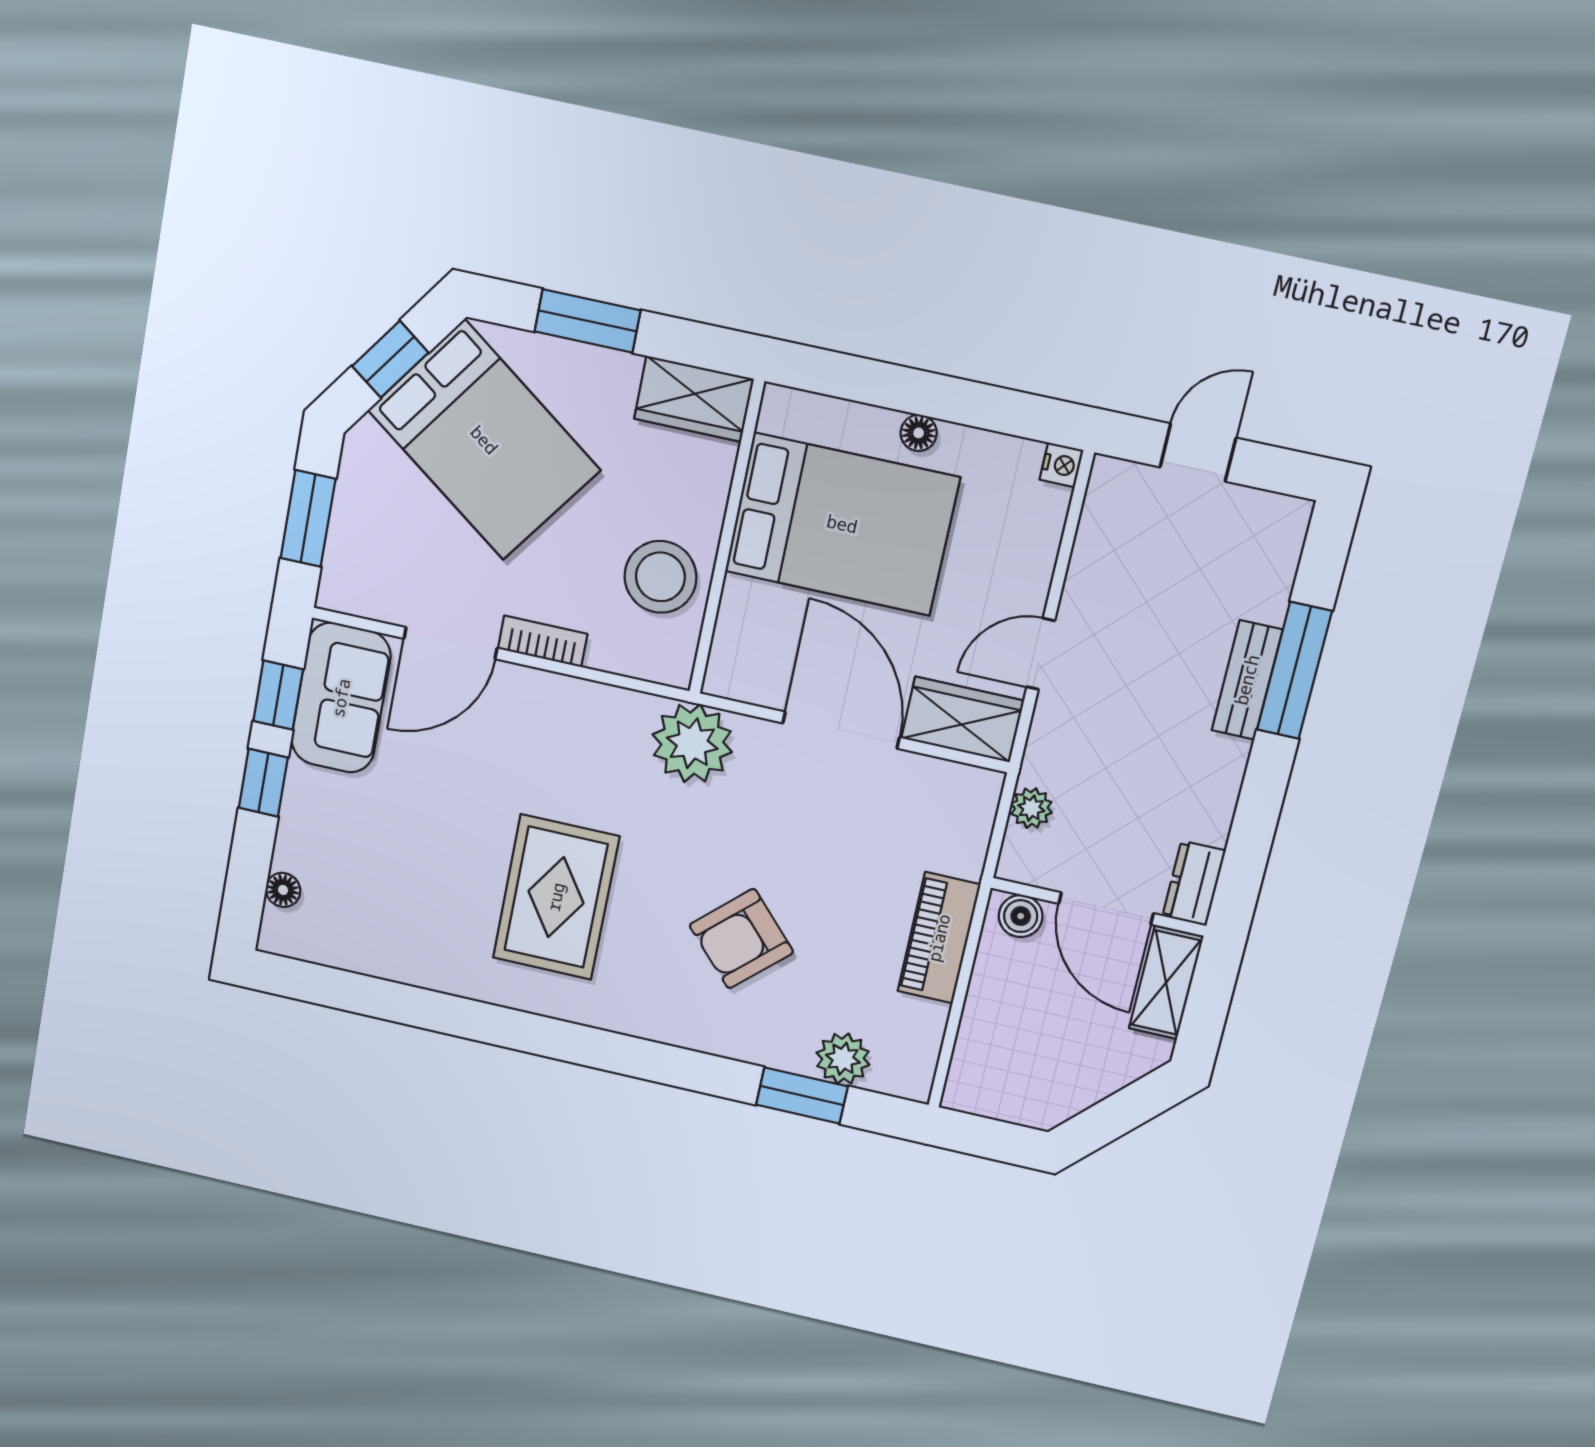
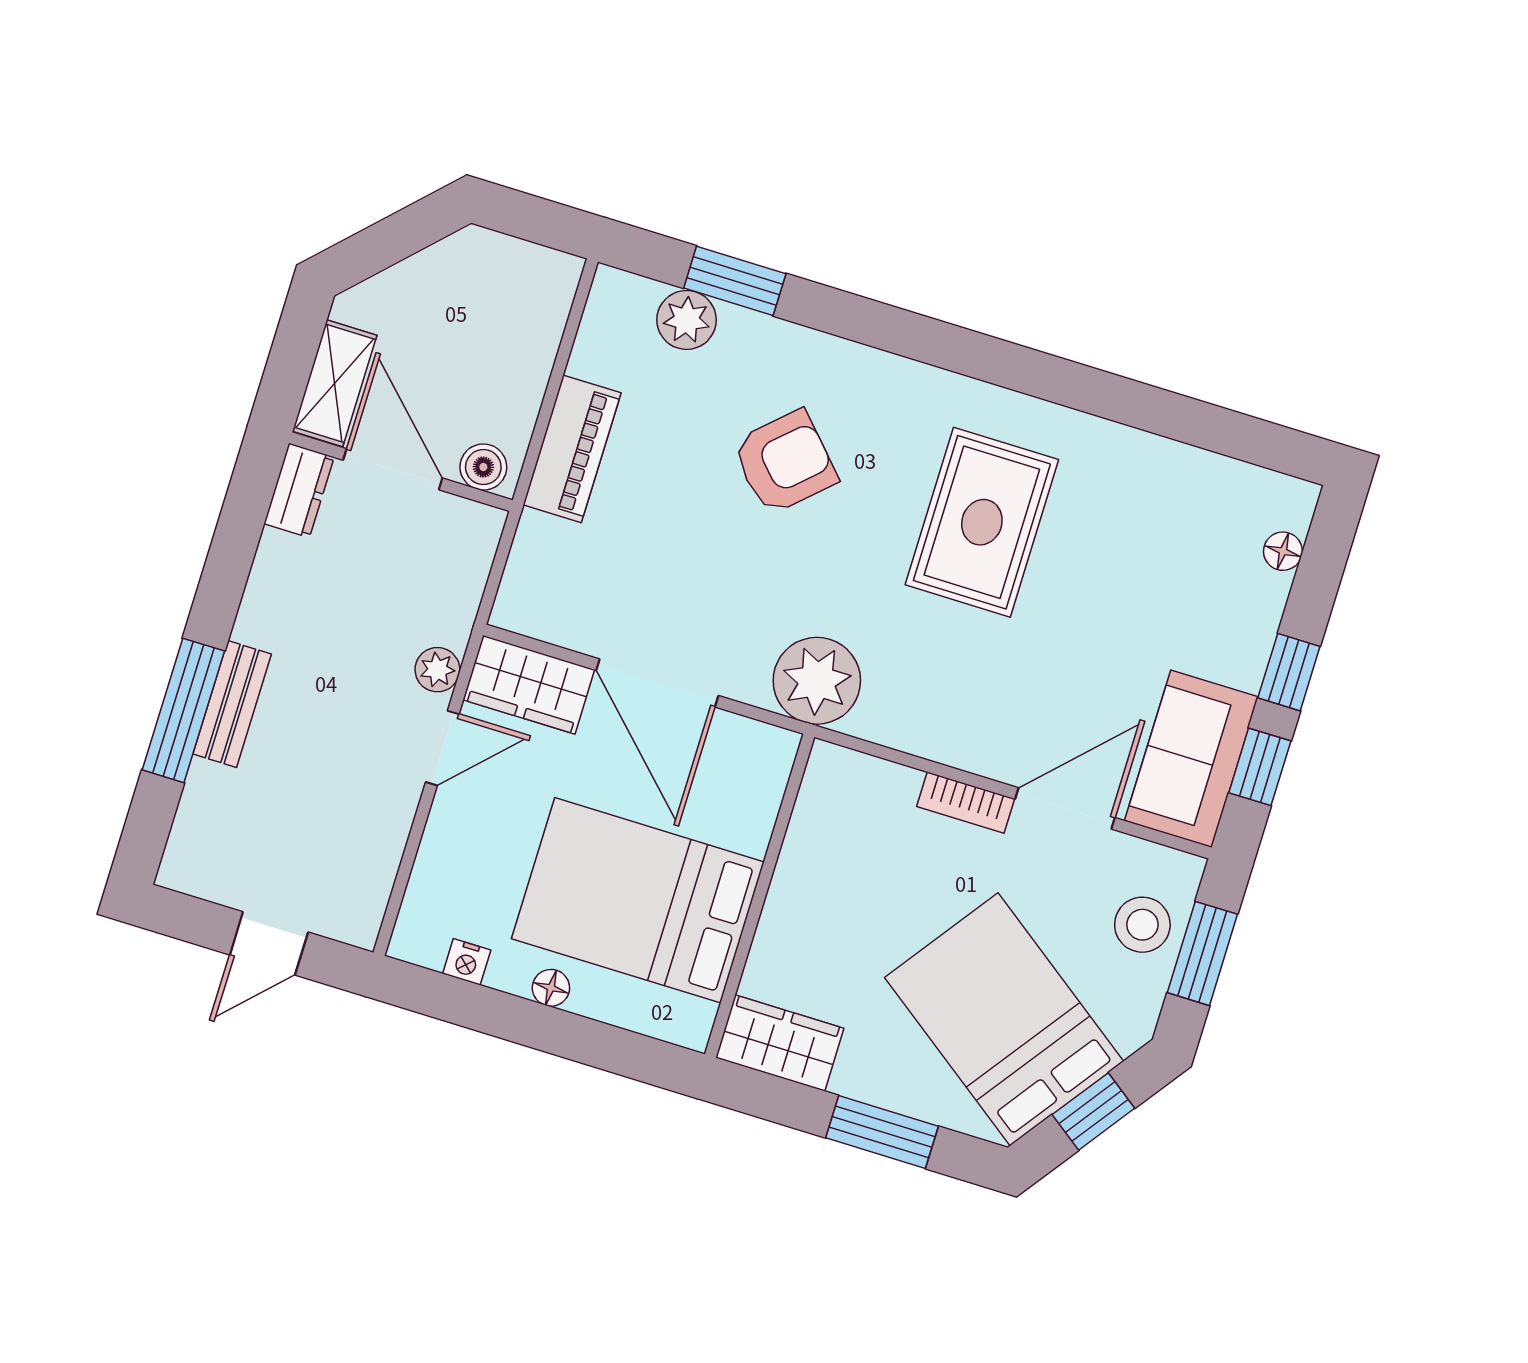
nightstand: (1061, 465) -> (467, 962), moved, turned -90
stool: (660, 577) -> (1142, 925), moved, width x0.73, depth x0.73
plant: (1031, 808) -> (437, 670), moved

